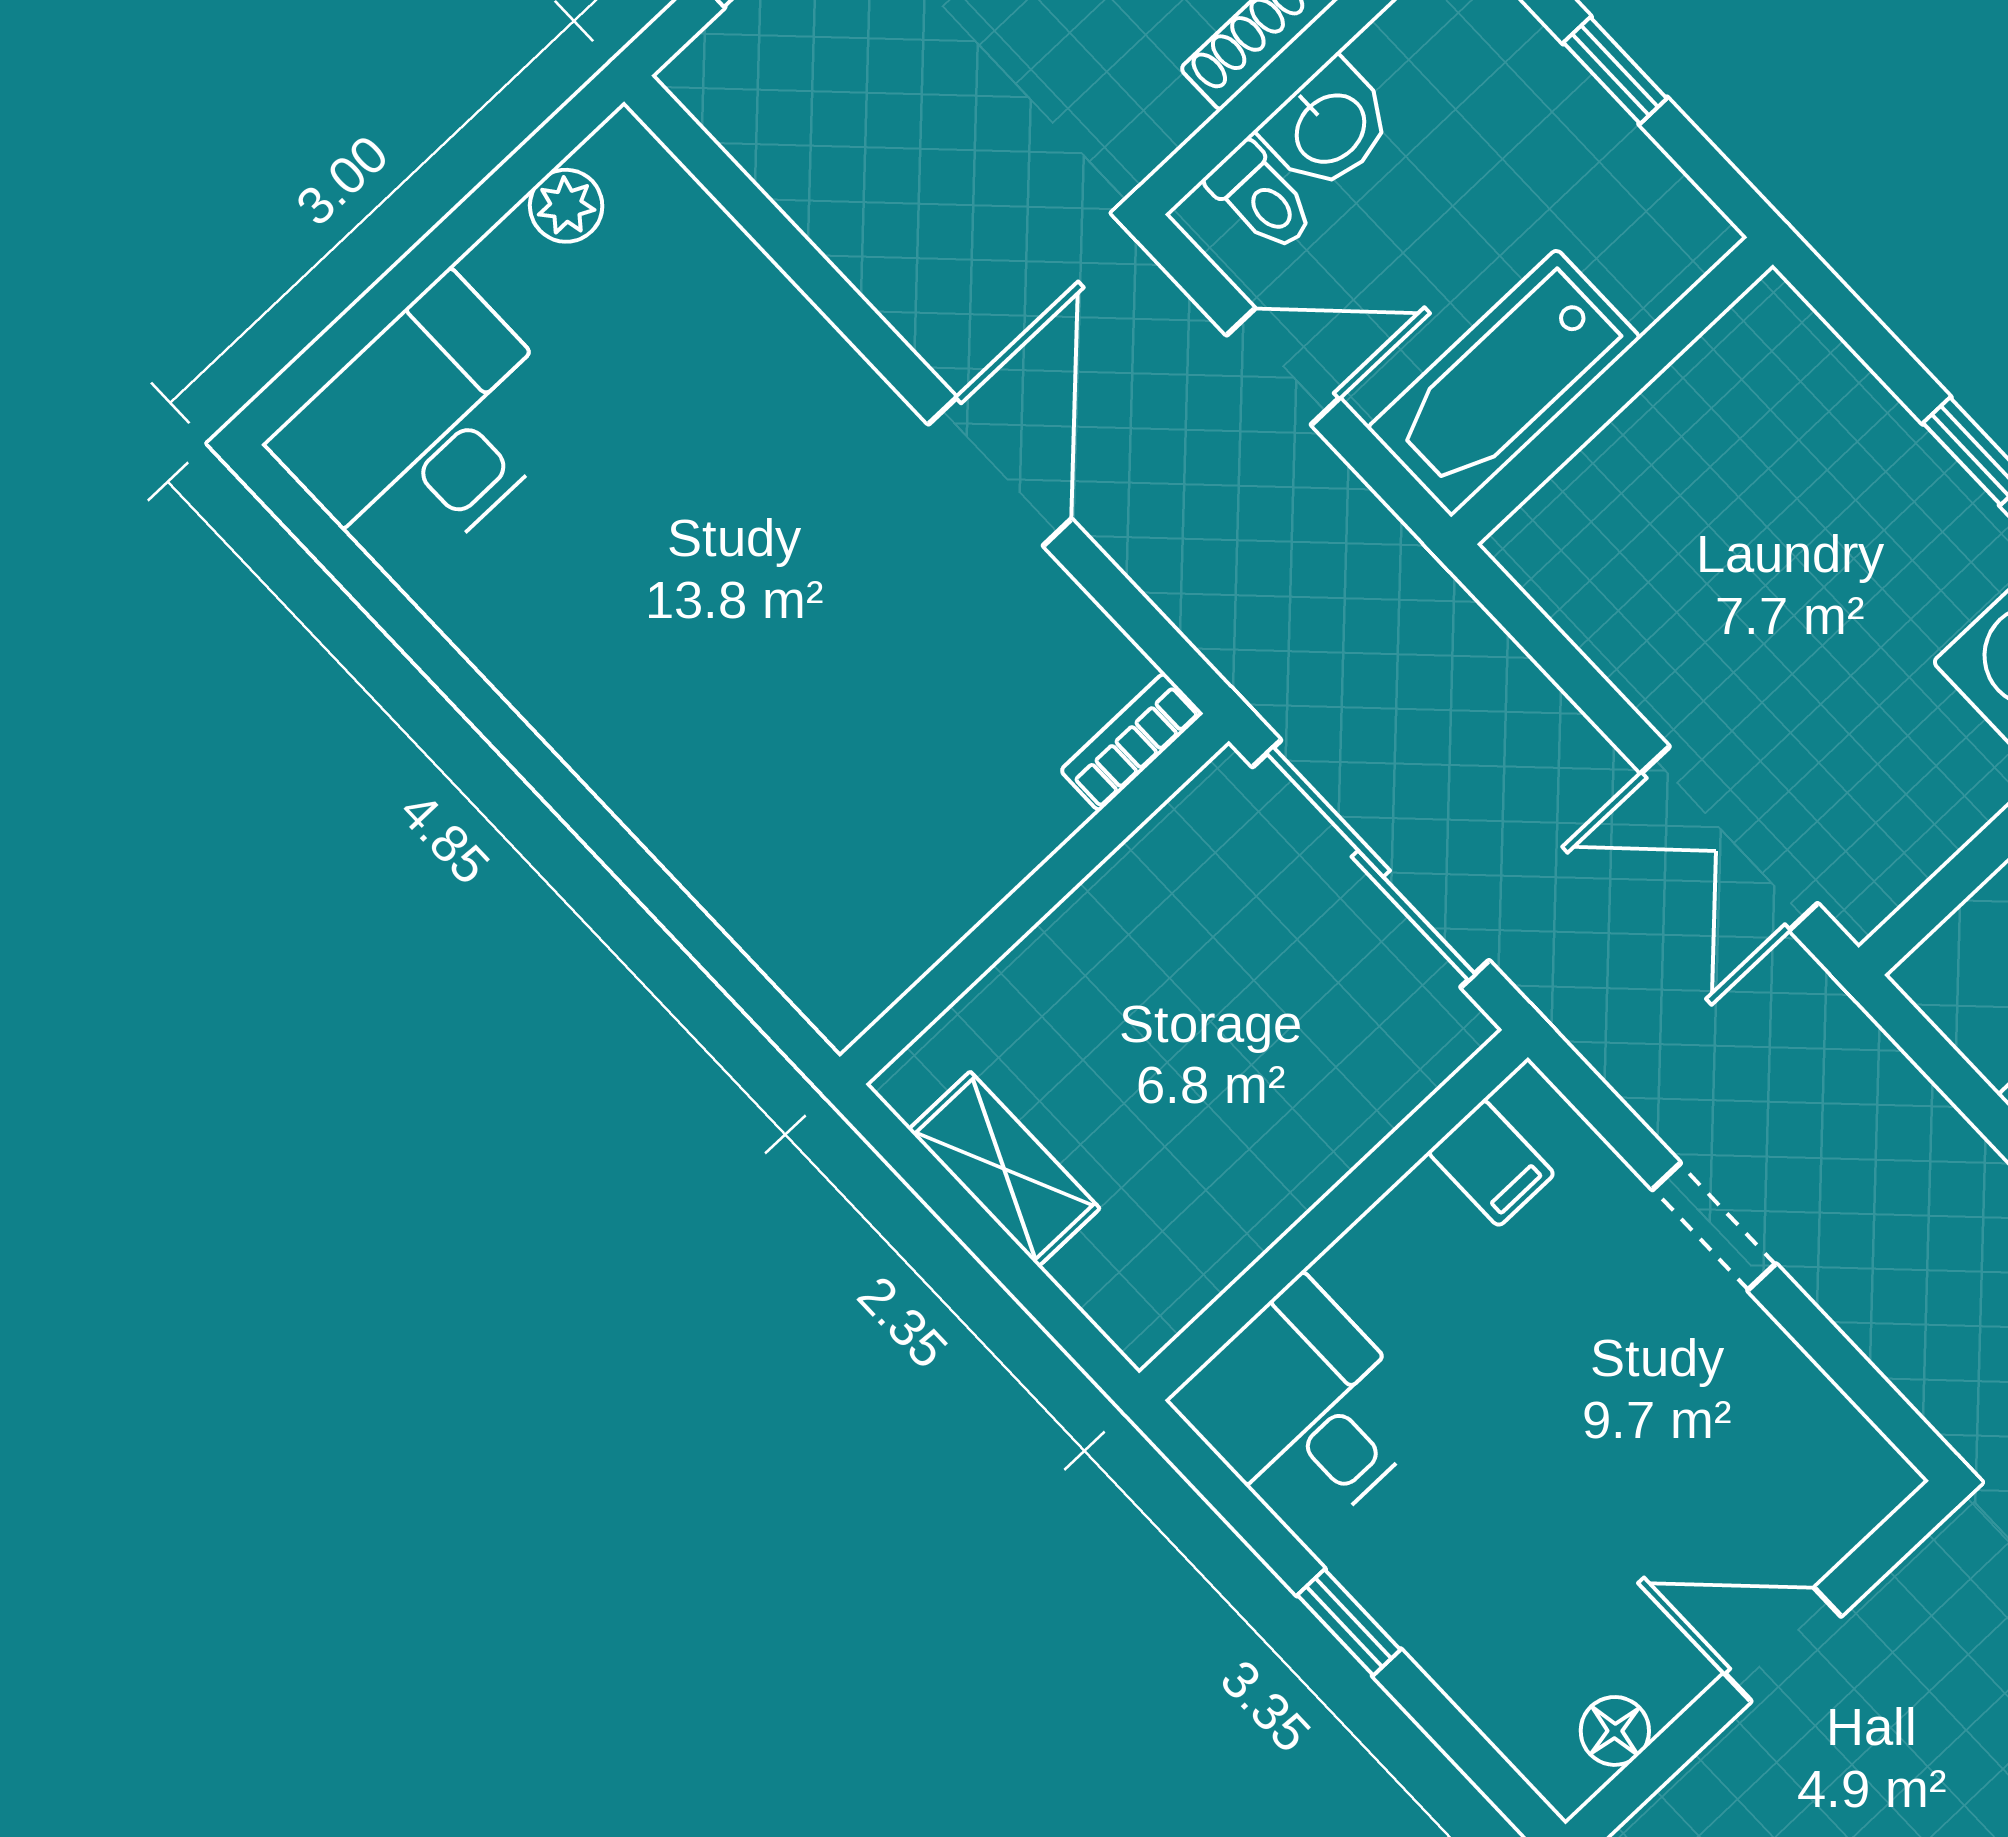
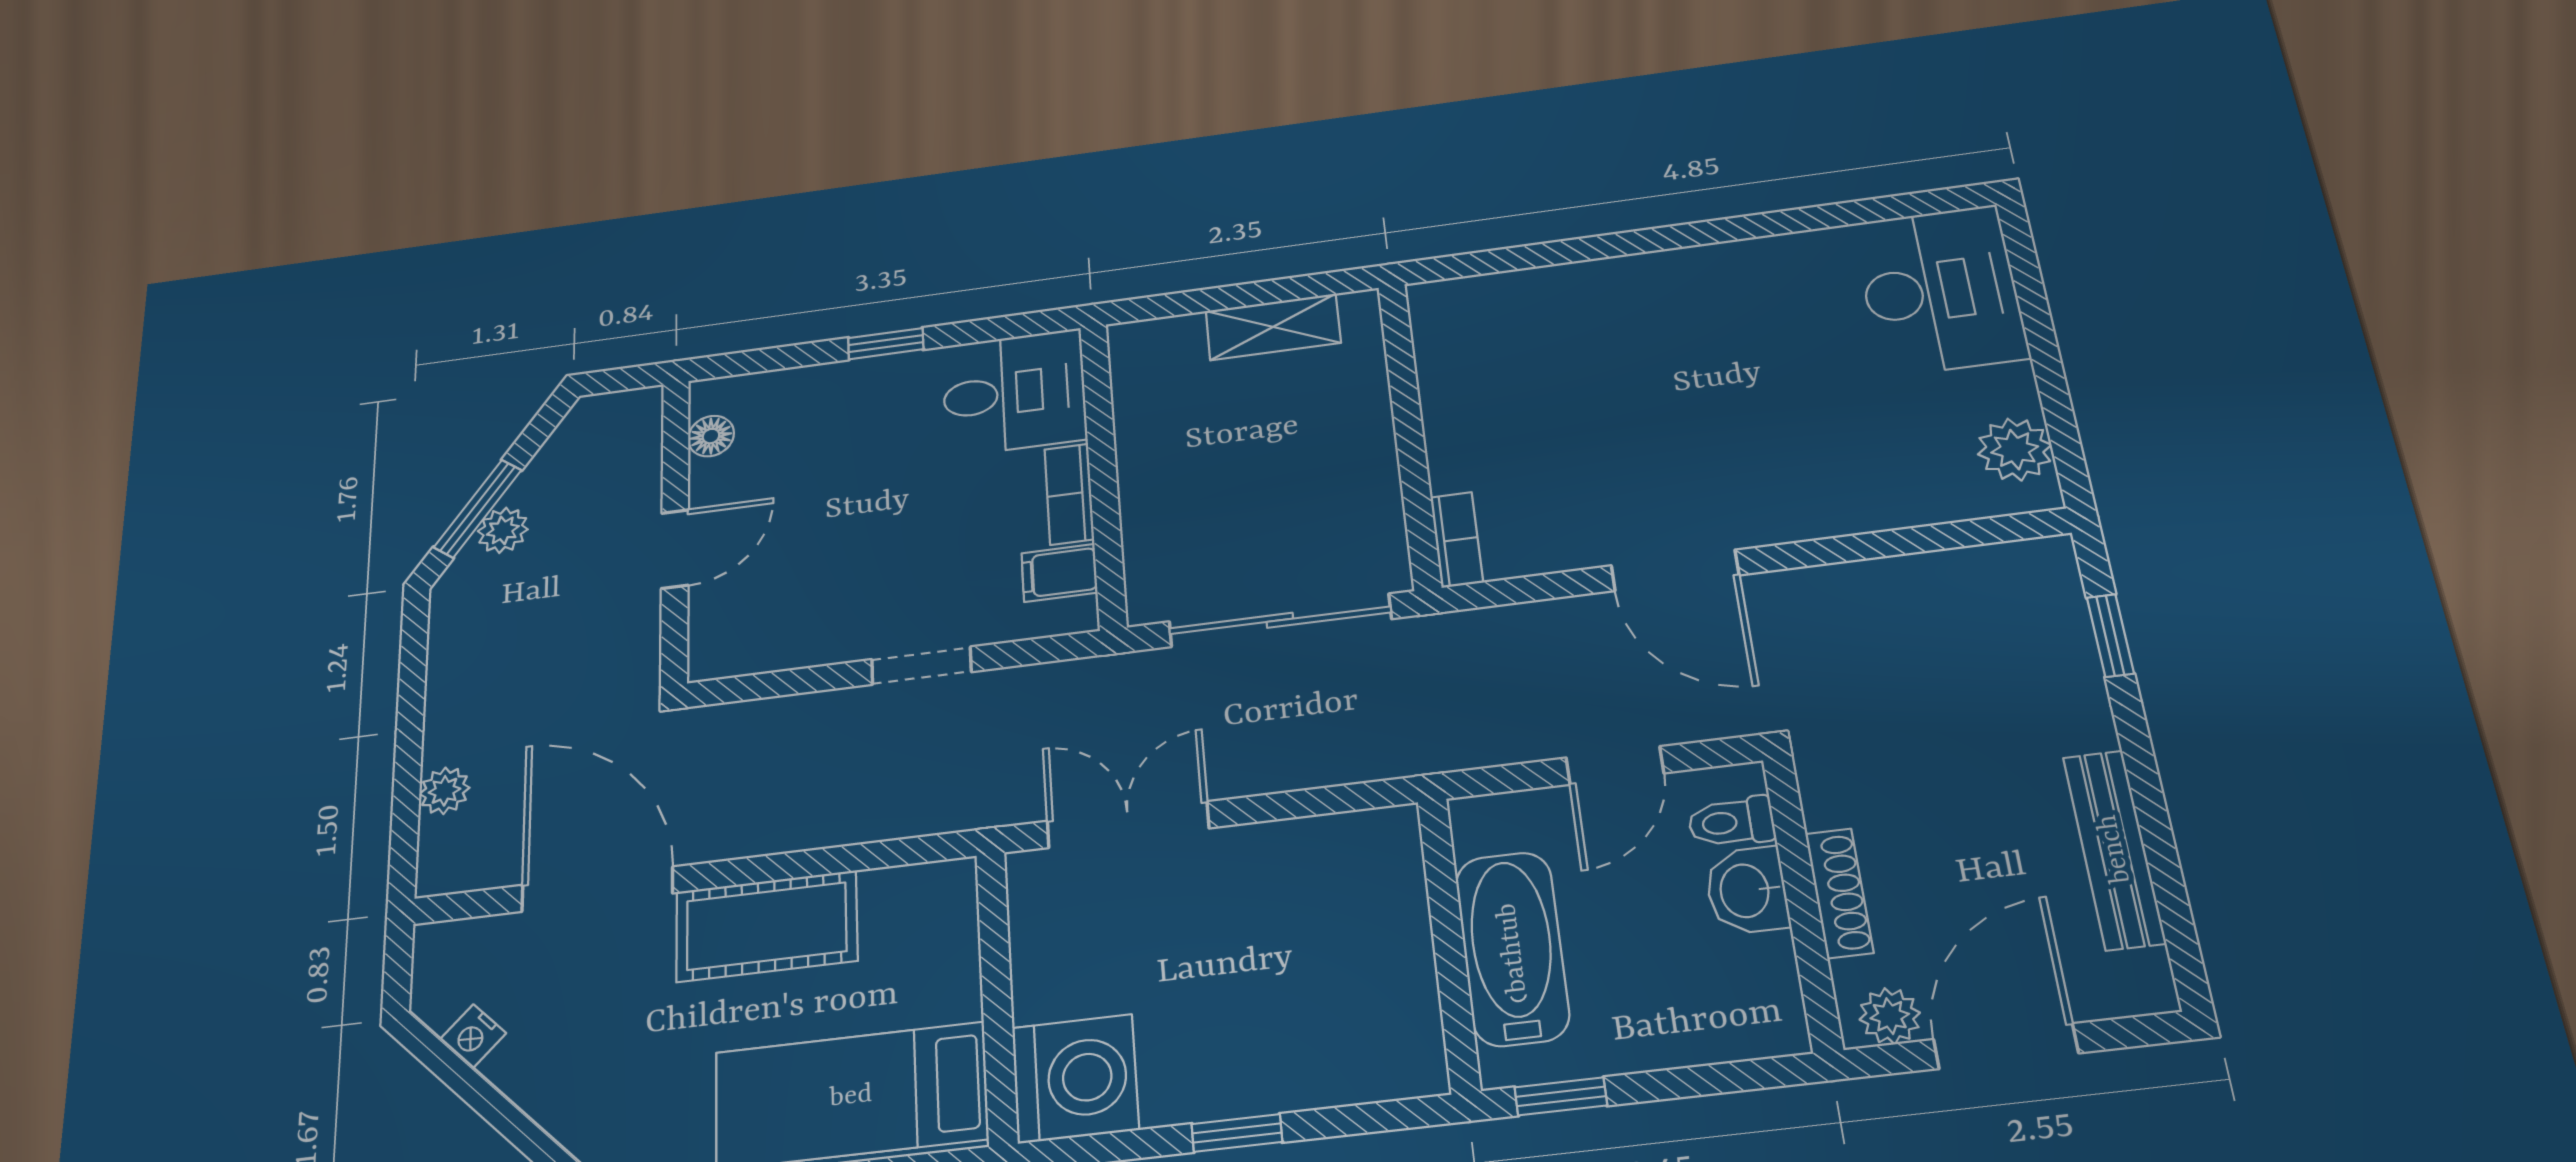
window: (1615, 70) -> (1561, 1096), moved
plant: (566, 206) -> (2015, 450), width x1.38, depth x1.38
bathtub: (1504, 383) -> (1512, 948), moved
bookcase: (1386, 1234) -> (1069, 494), added

